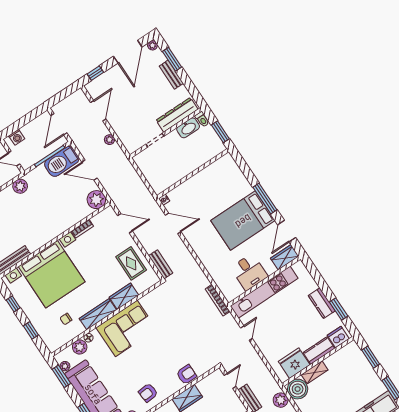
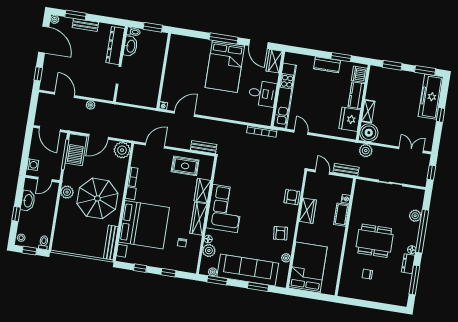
parasol: (38, 216) -> (97, 198), added

